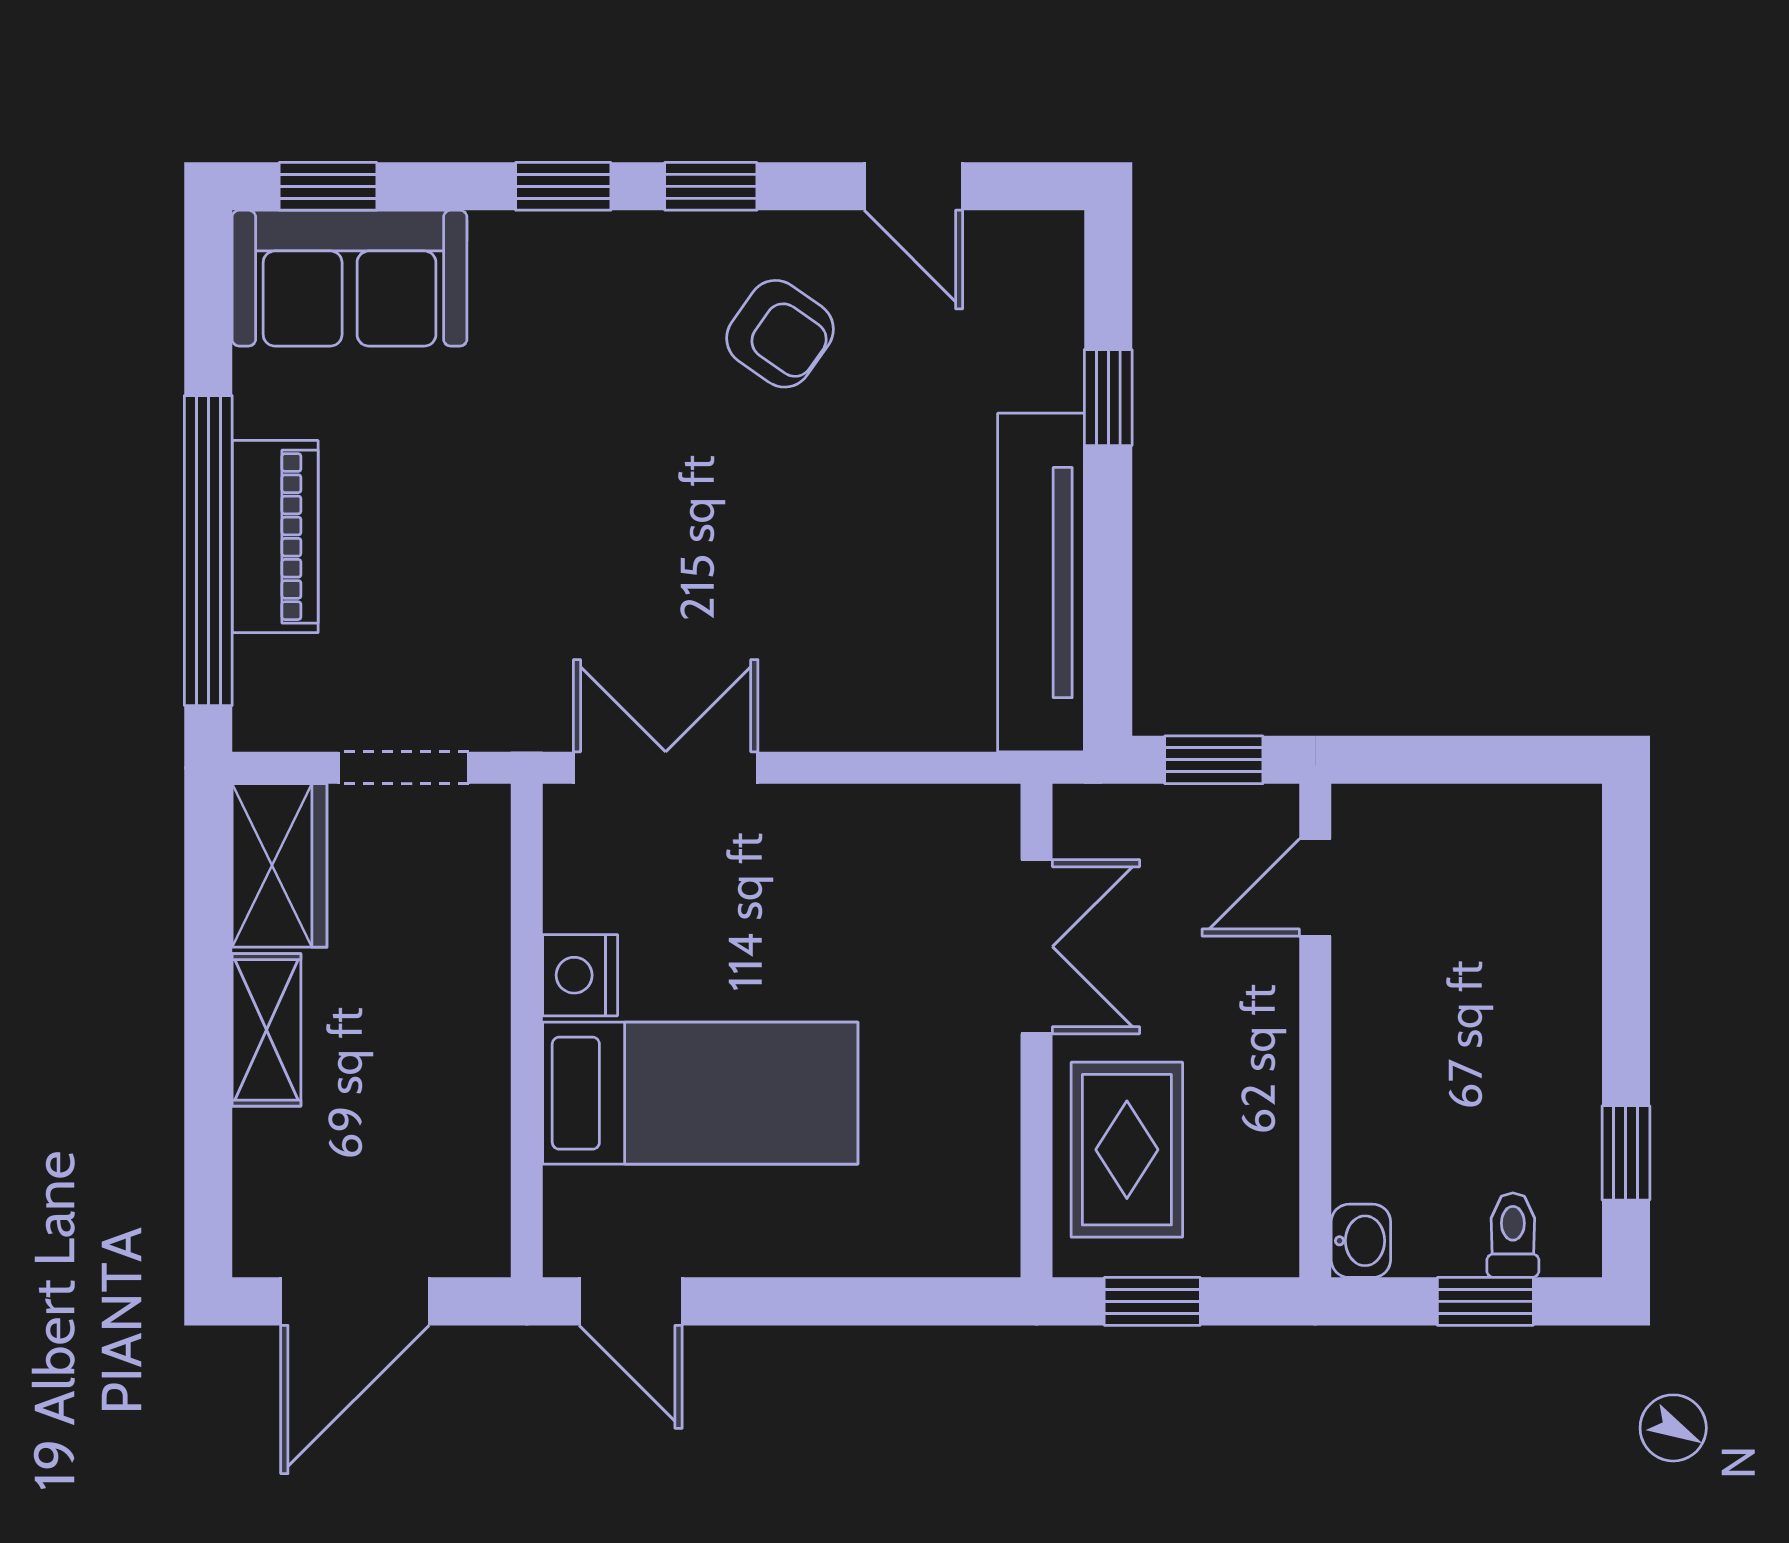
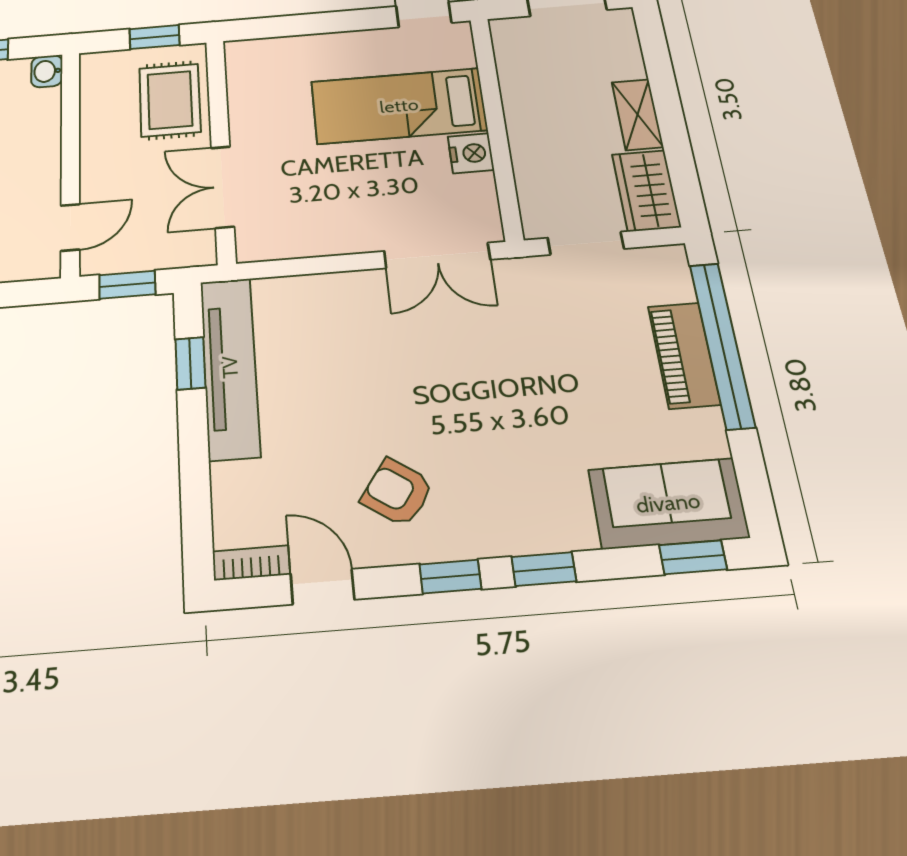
bookcase: (1024, 235) -> (251, 563), added
window: (1108, 398) -> (190, 363), moved

